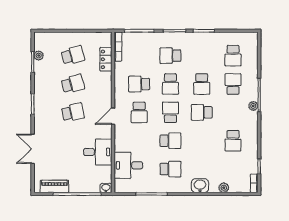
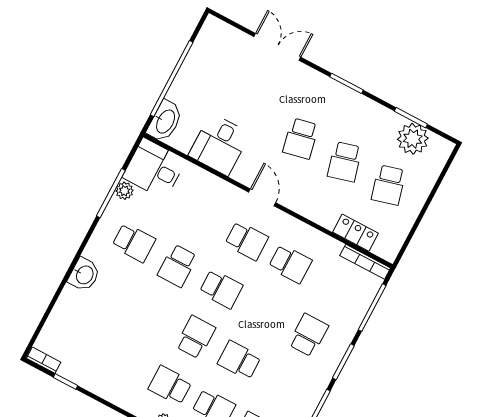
plant: (39, 55) -> (413, 139), width x1.88, depth x1.88
school desk: (139, 84) -> (290, 264), turned 90
school desk: (170, 84) -> (265, 312), removed
school desk: (139, 112) -> (247, 241), turned 180
school desk: (233, 141) -> (170, 385), moved
desk: (128, 165) -> (154, 169), moved, turned -90
school desk: (170, 169) -> (134, 243), turned -90
piano: (54, 186) -> (202, 50), removed
washbasin: (106, 188) -> (165, 121), width x1.91, depth x1.45
plant: (224, 188) -> (124, 191), moved

